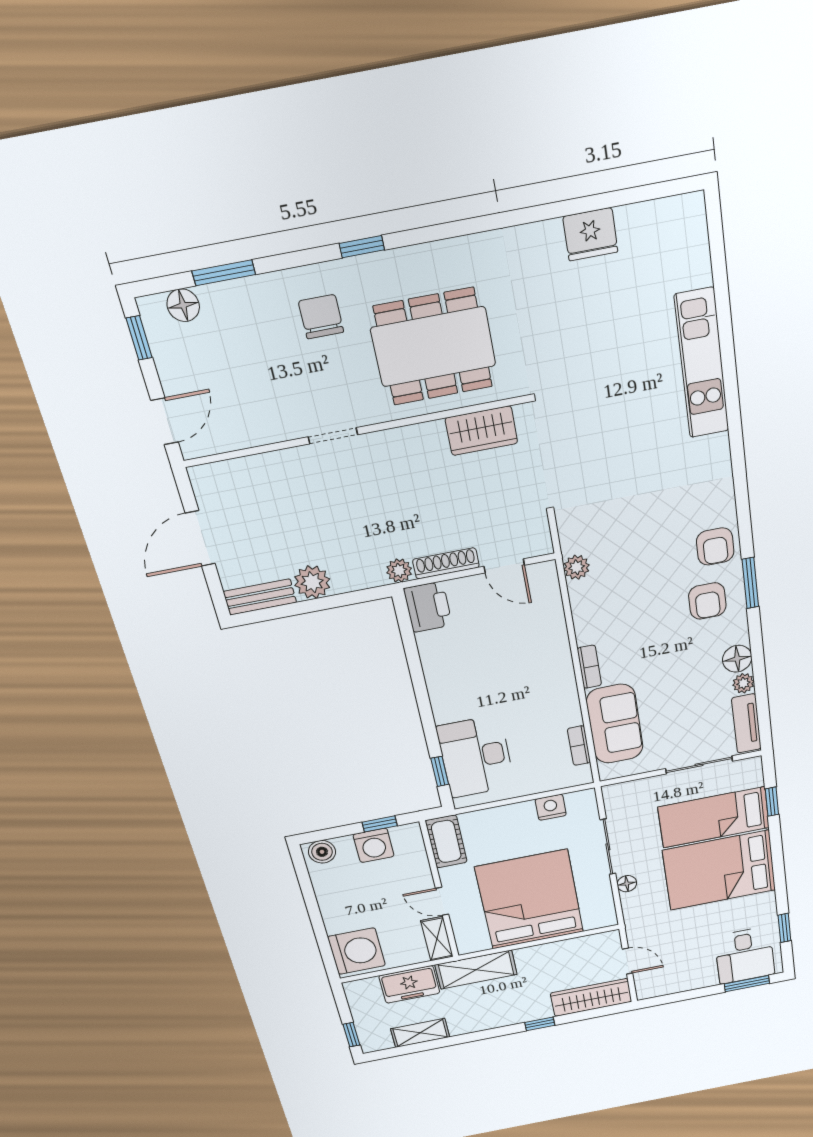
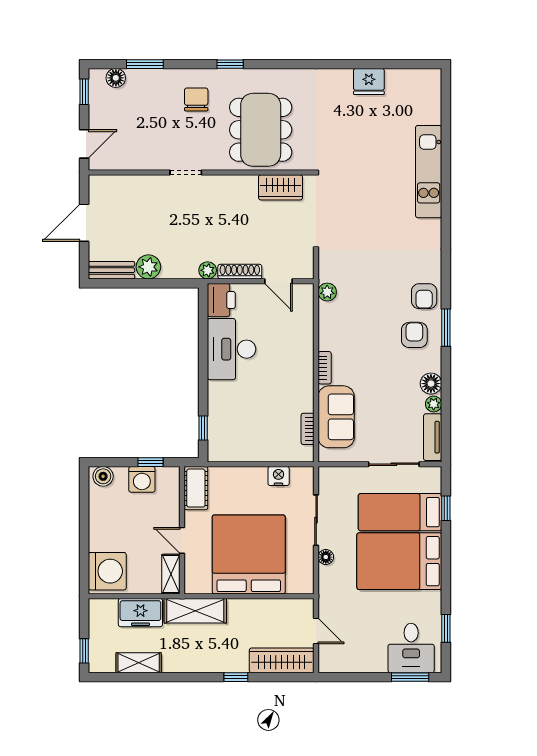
dining table: (433, 347) -> (261, 130), turned 90
armchair: (707, 601) -> (414, 335), turned 180
desk: (476, 757) -> (232, 349), moved

